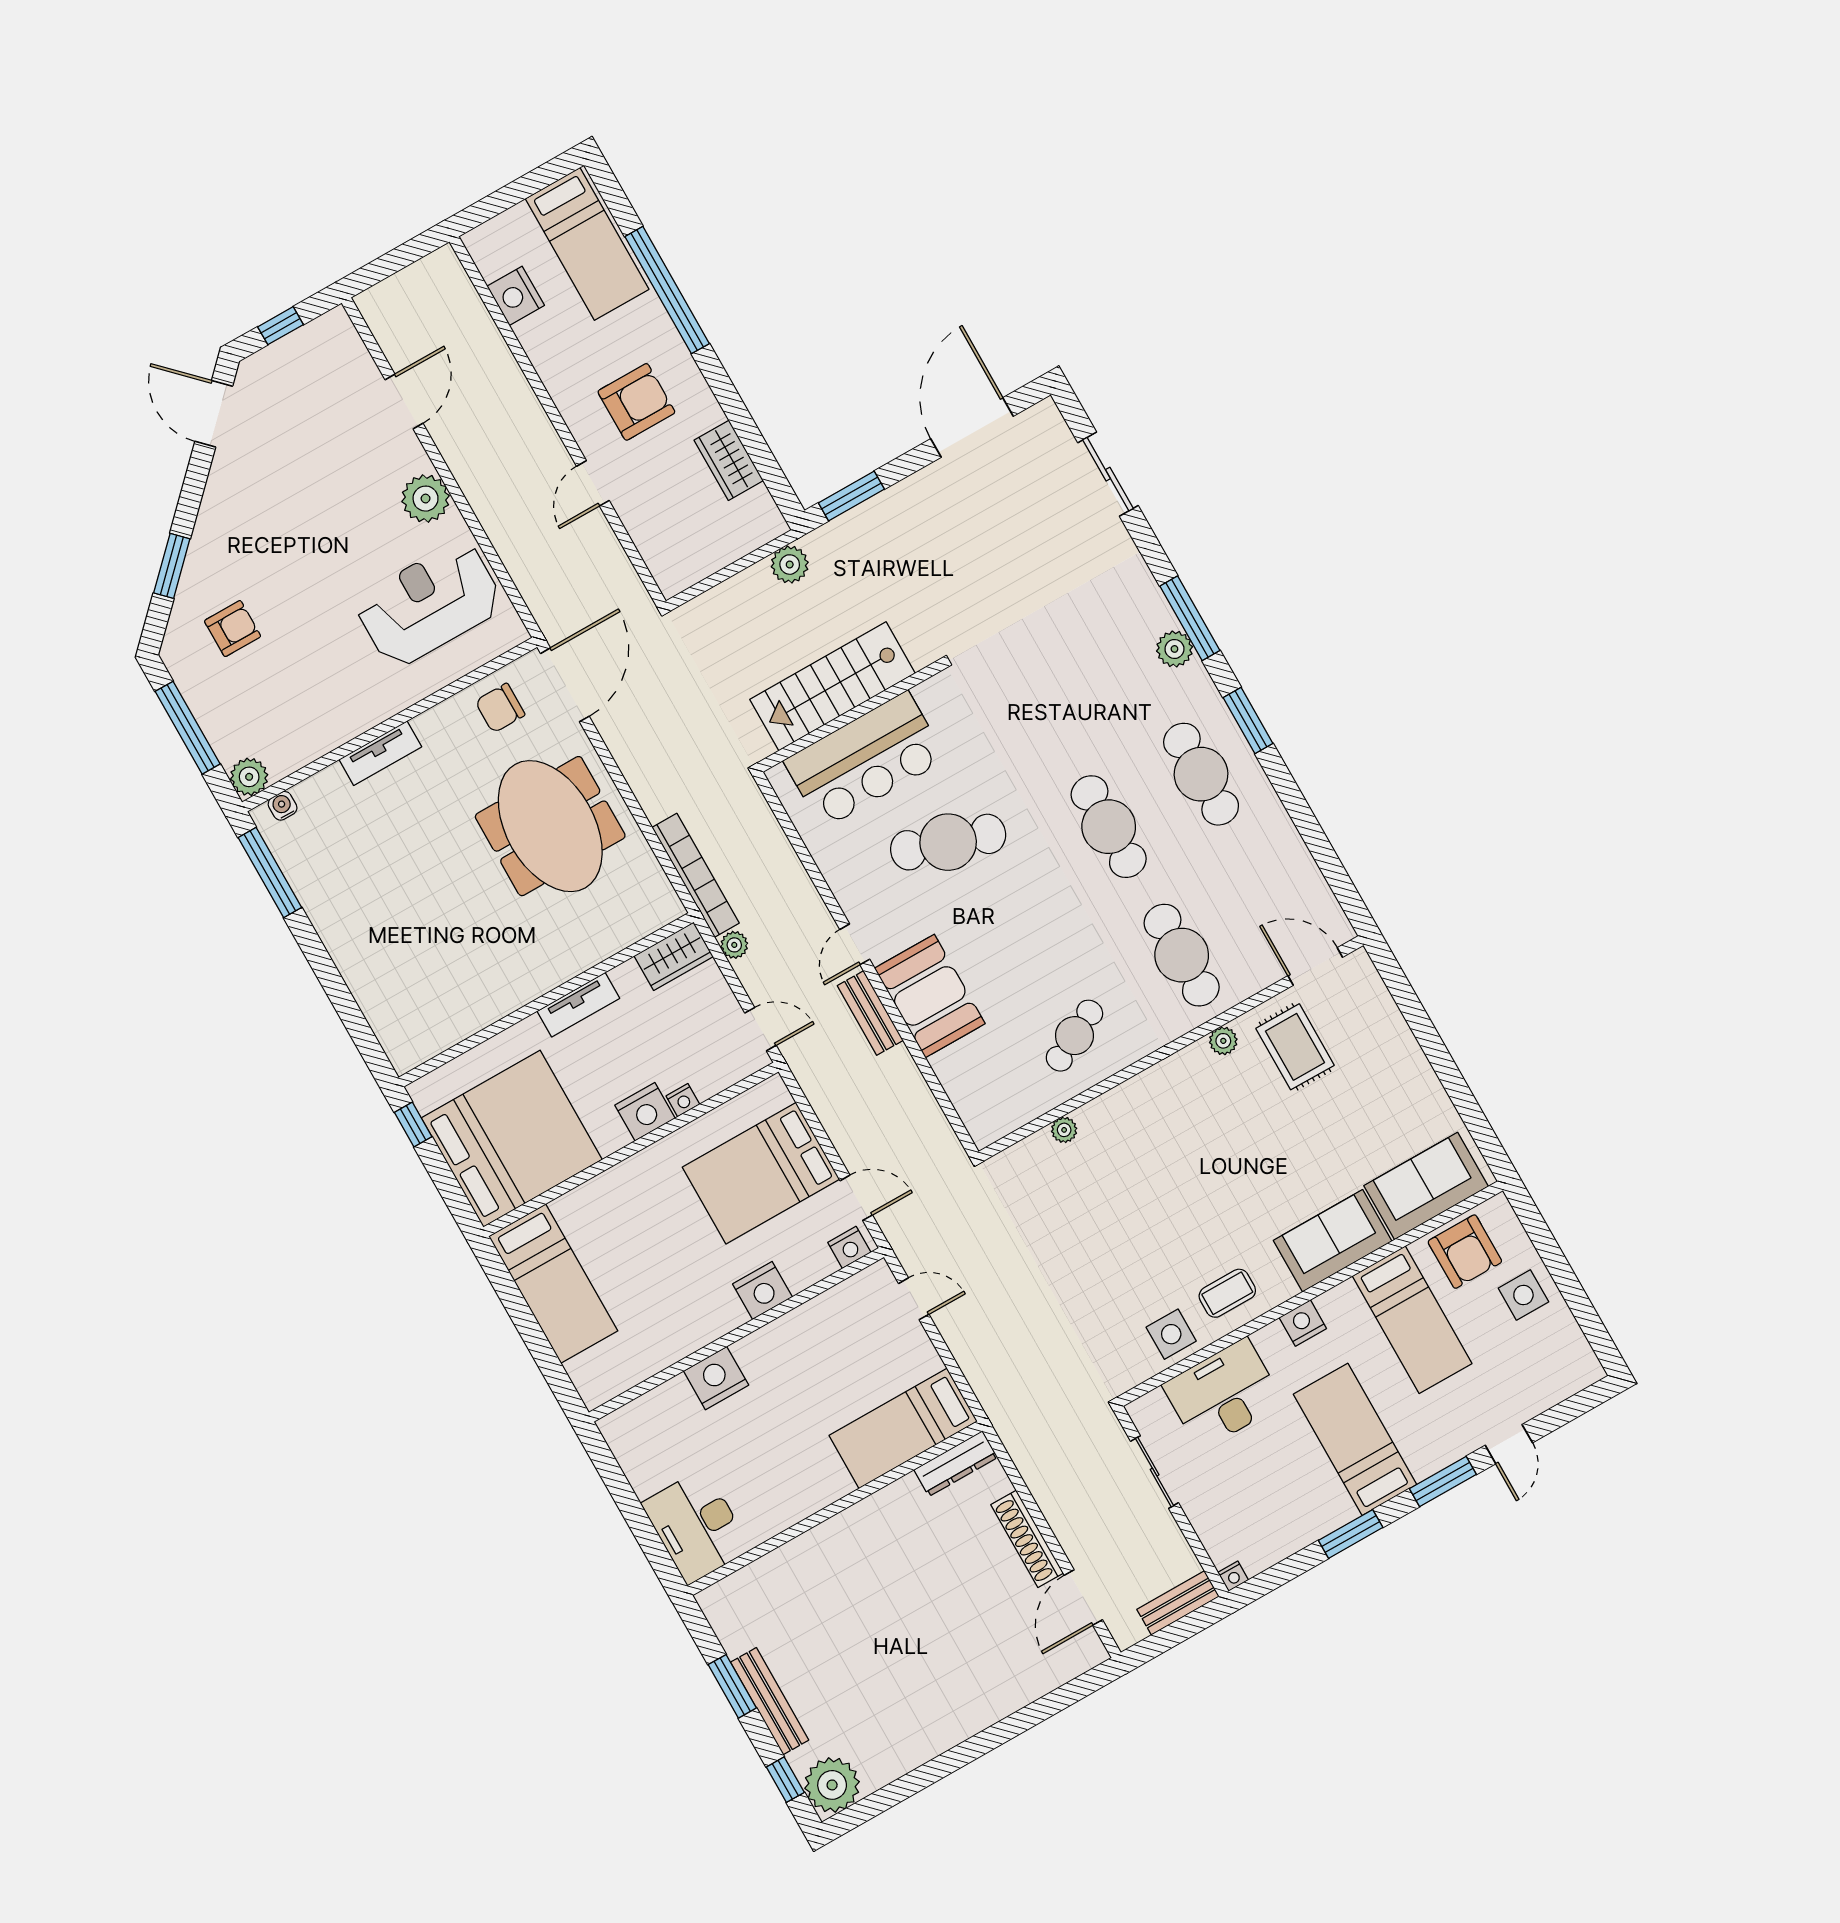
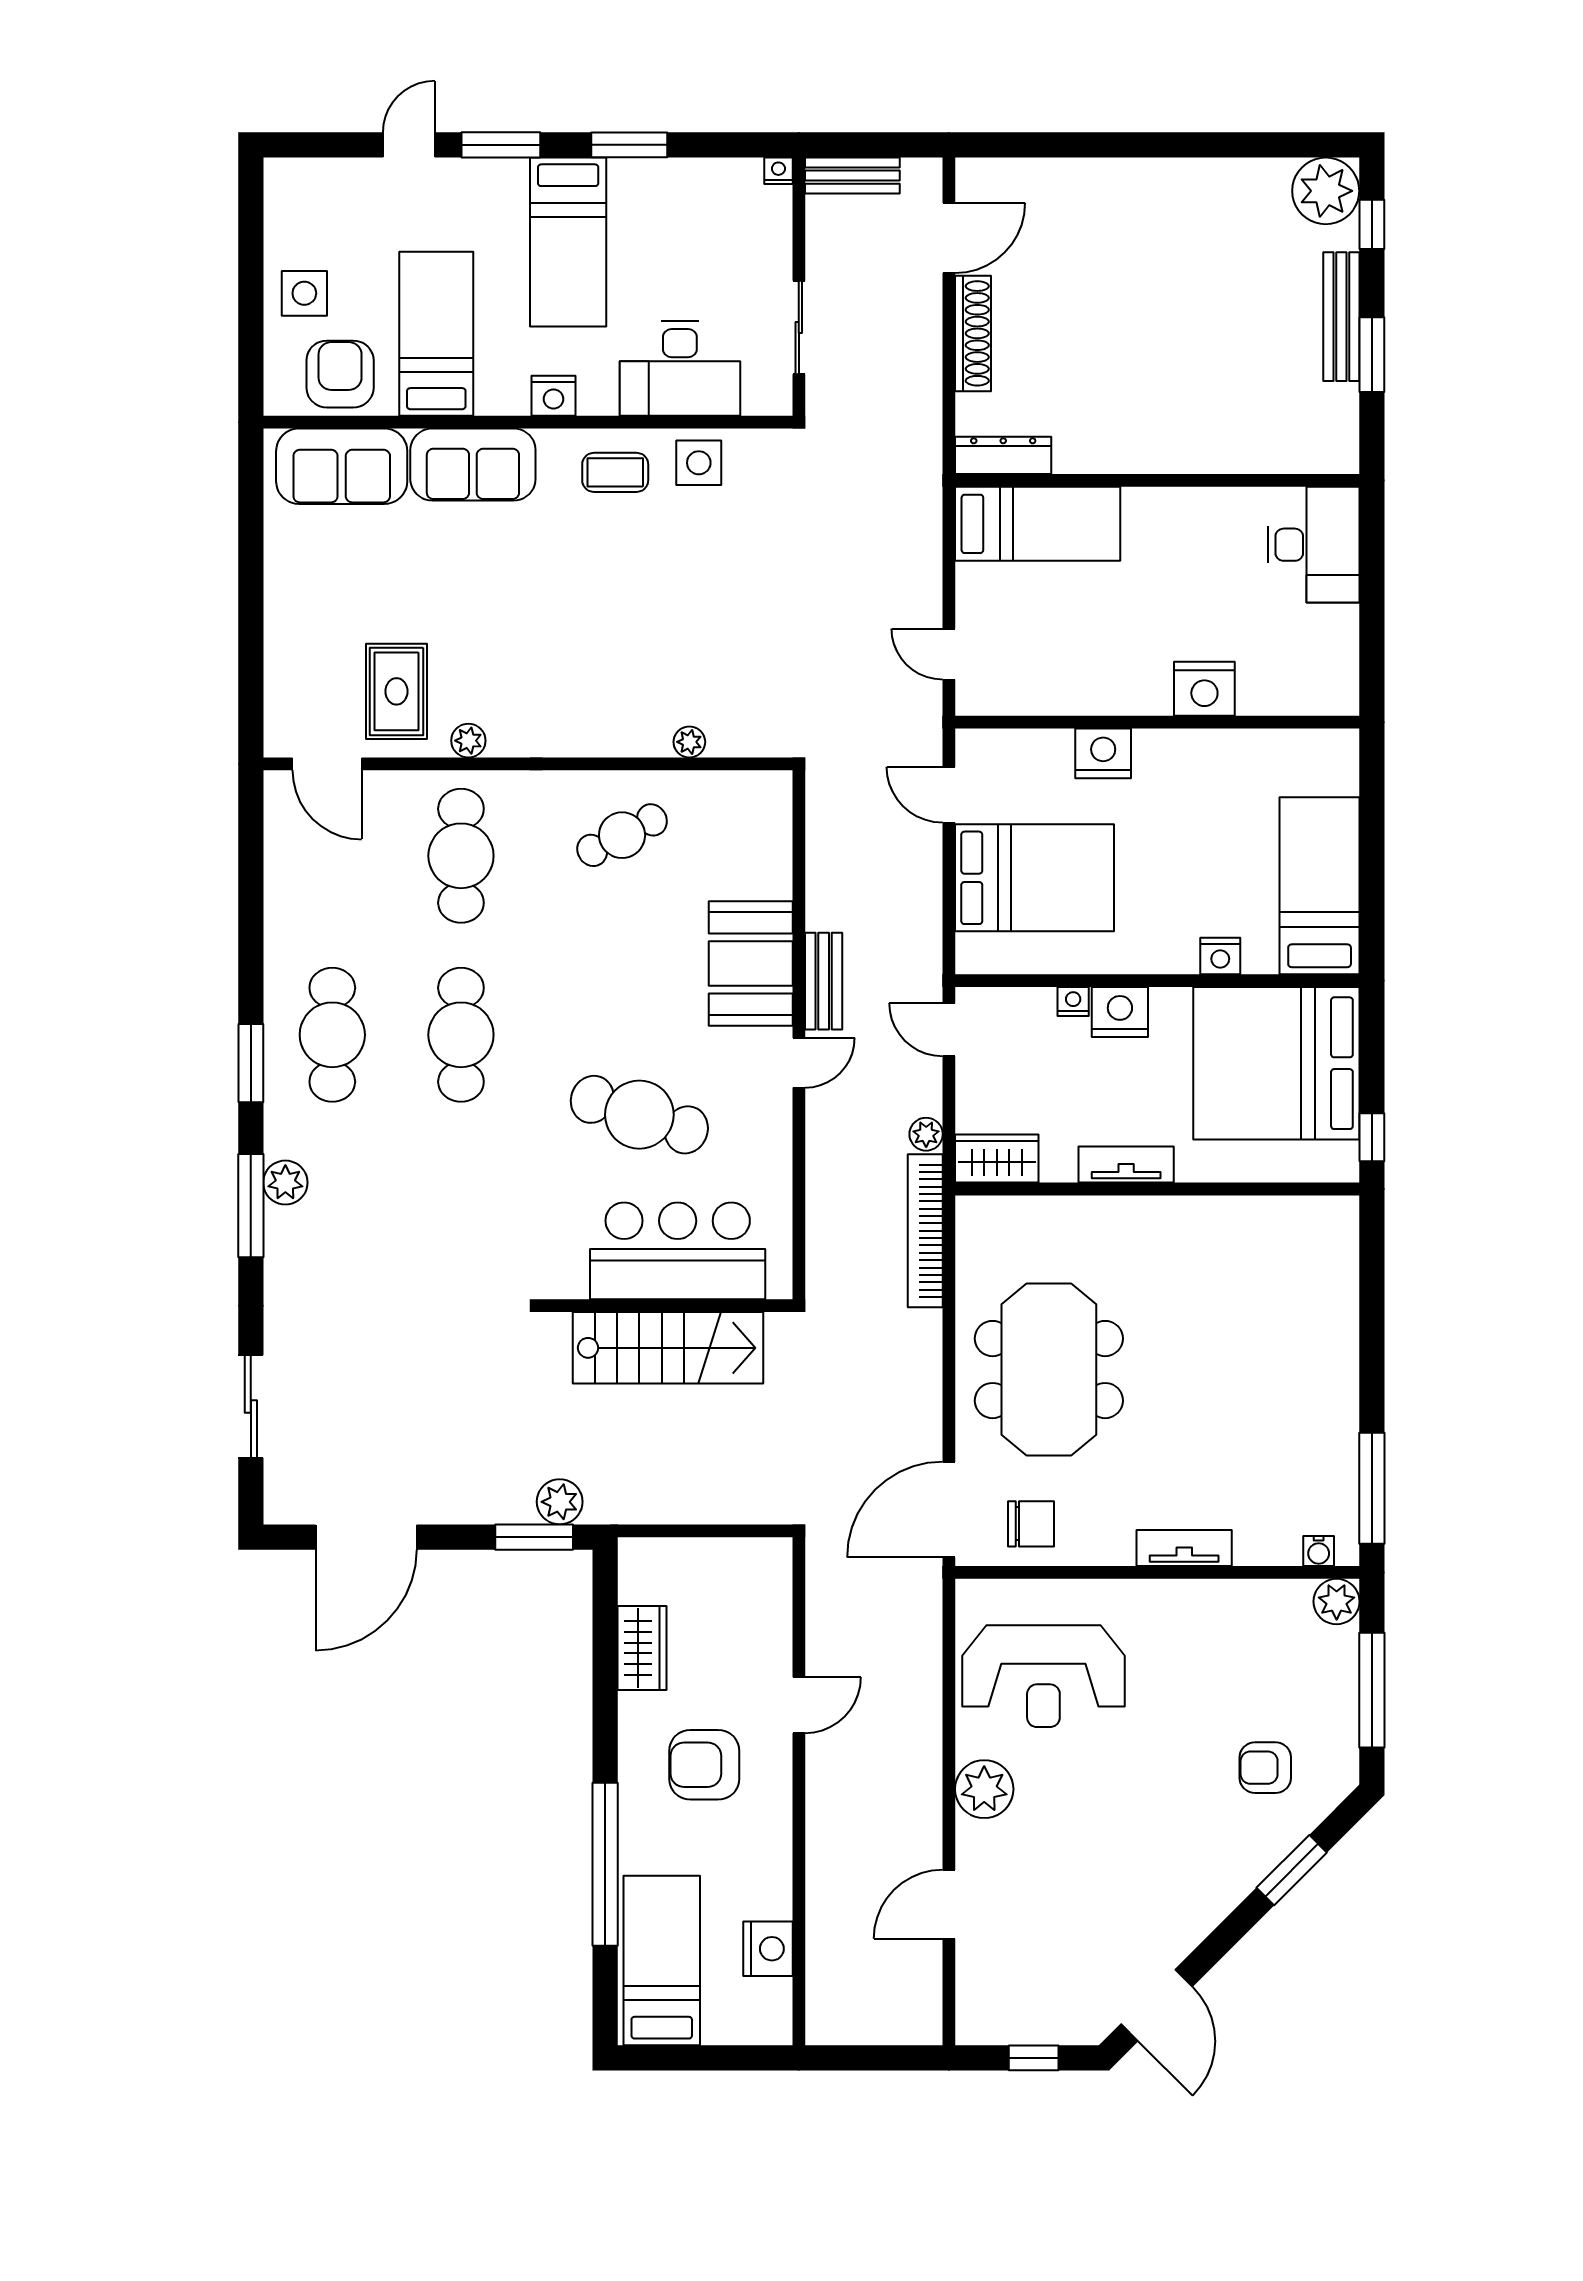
plant: (790, 565) -> (560, 1502), moved
nightstand: (849, 1247) -> (1220, 956), moved, turned 180

